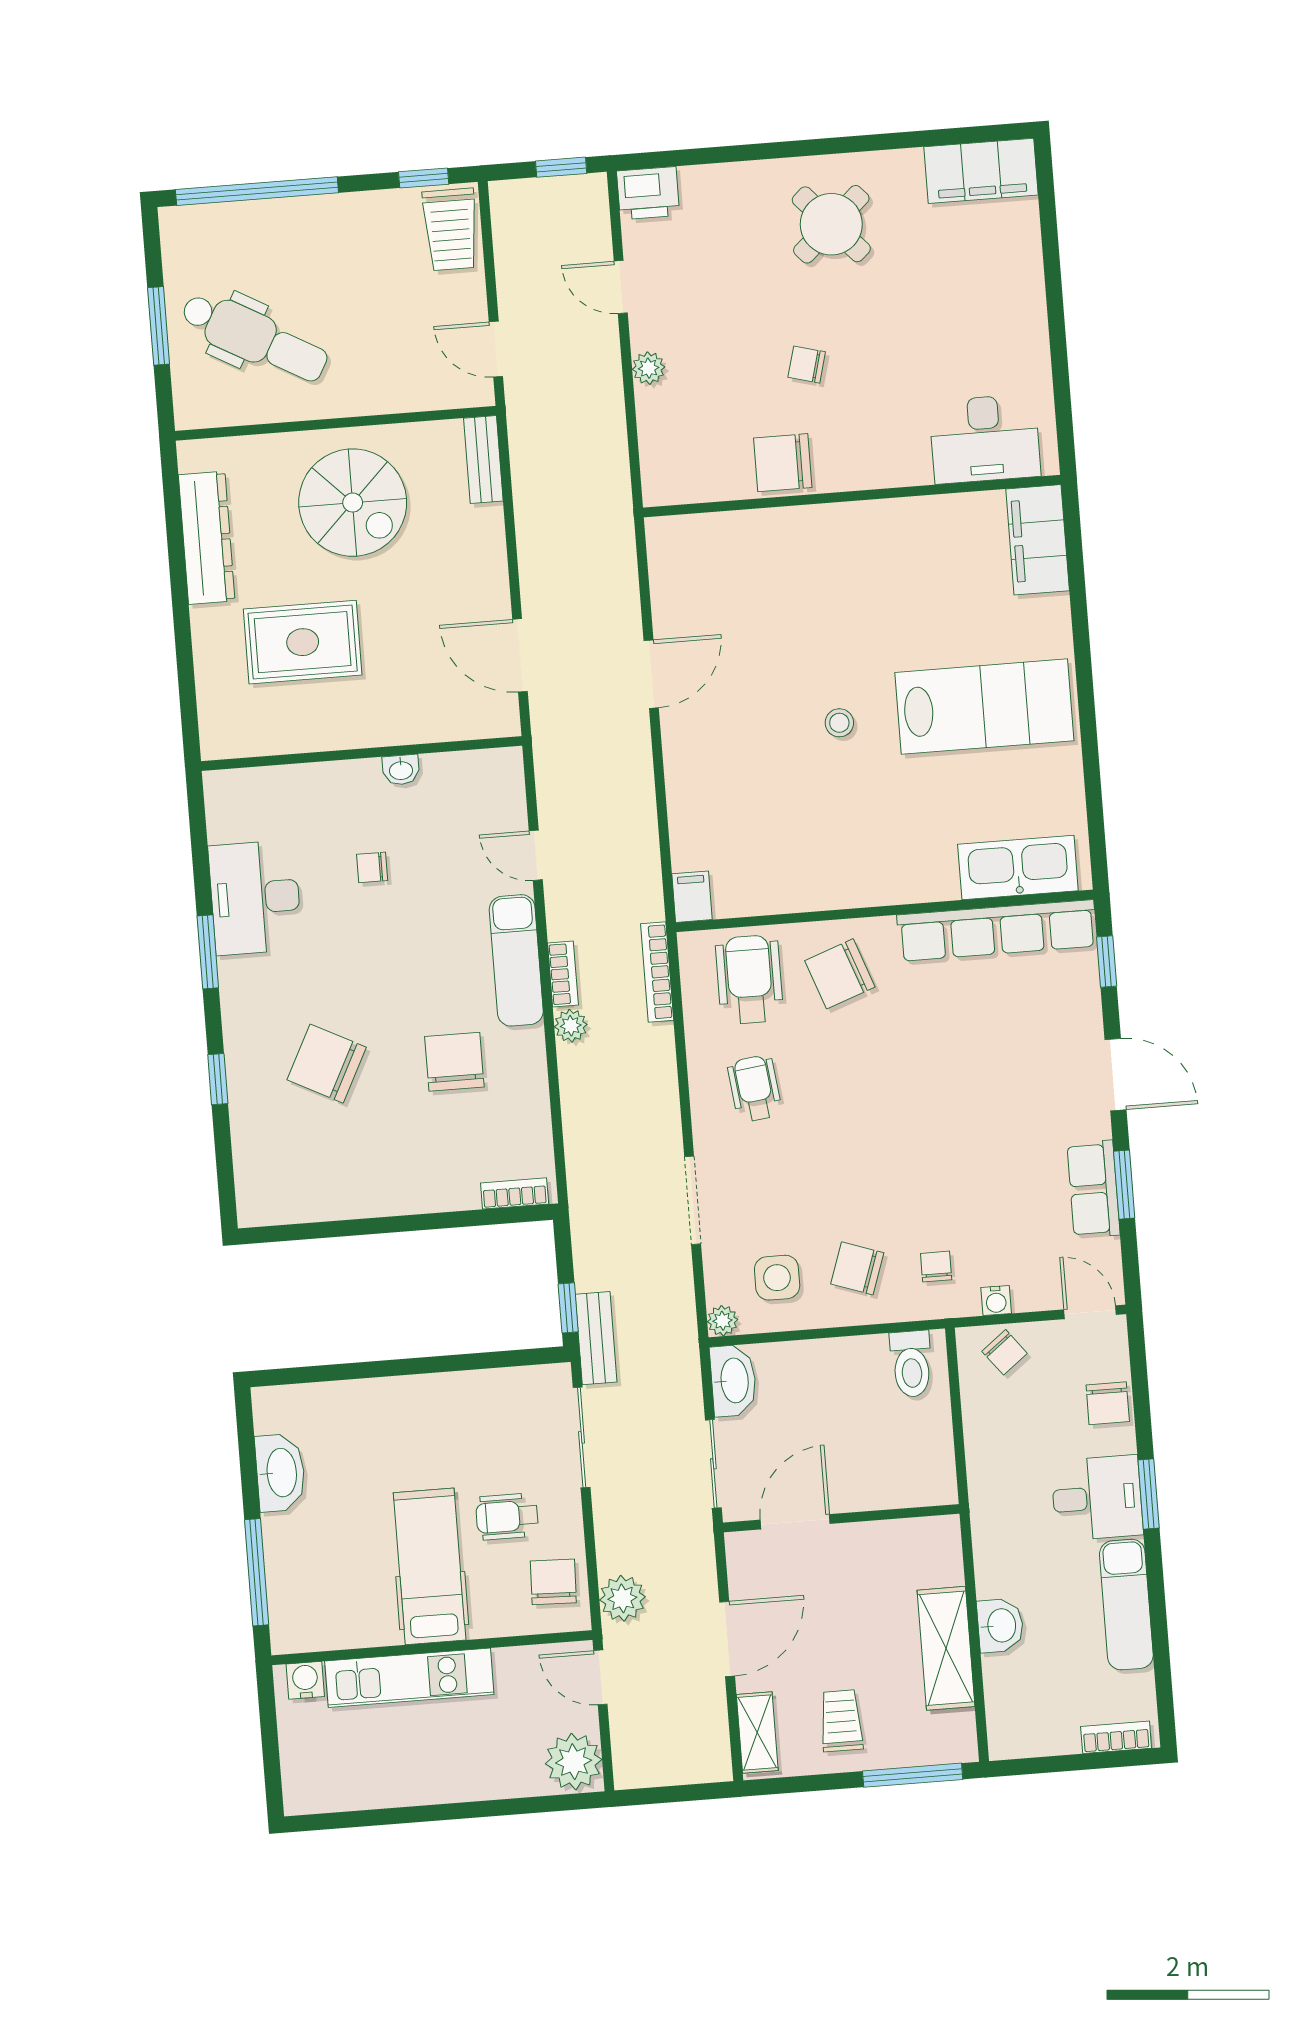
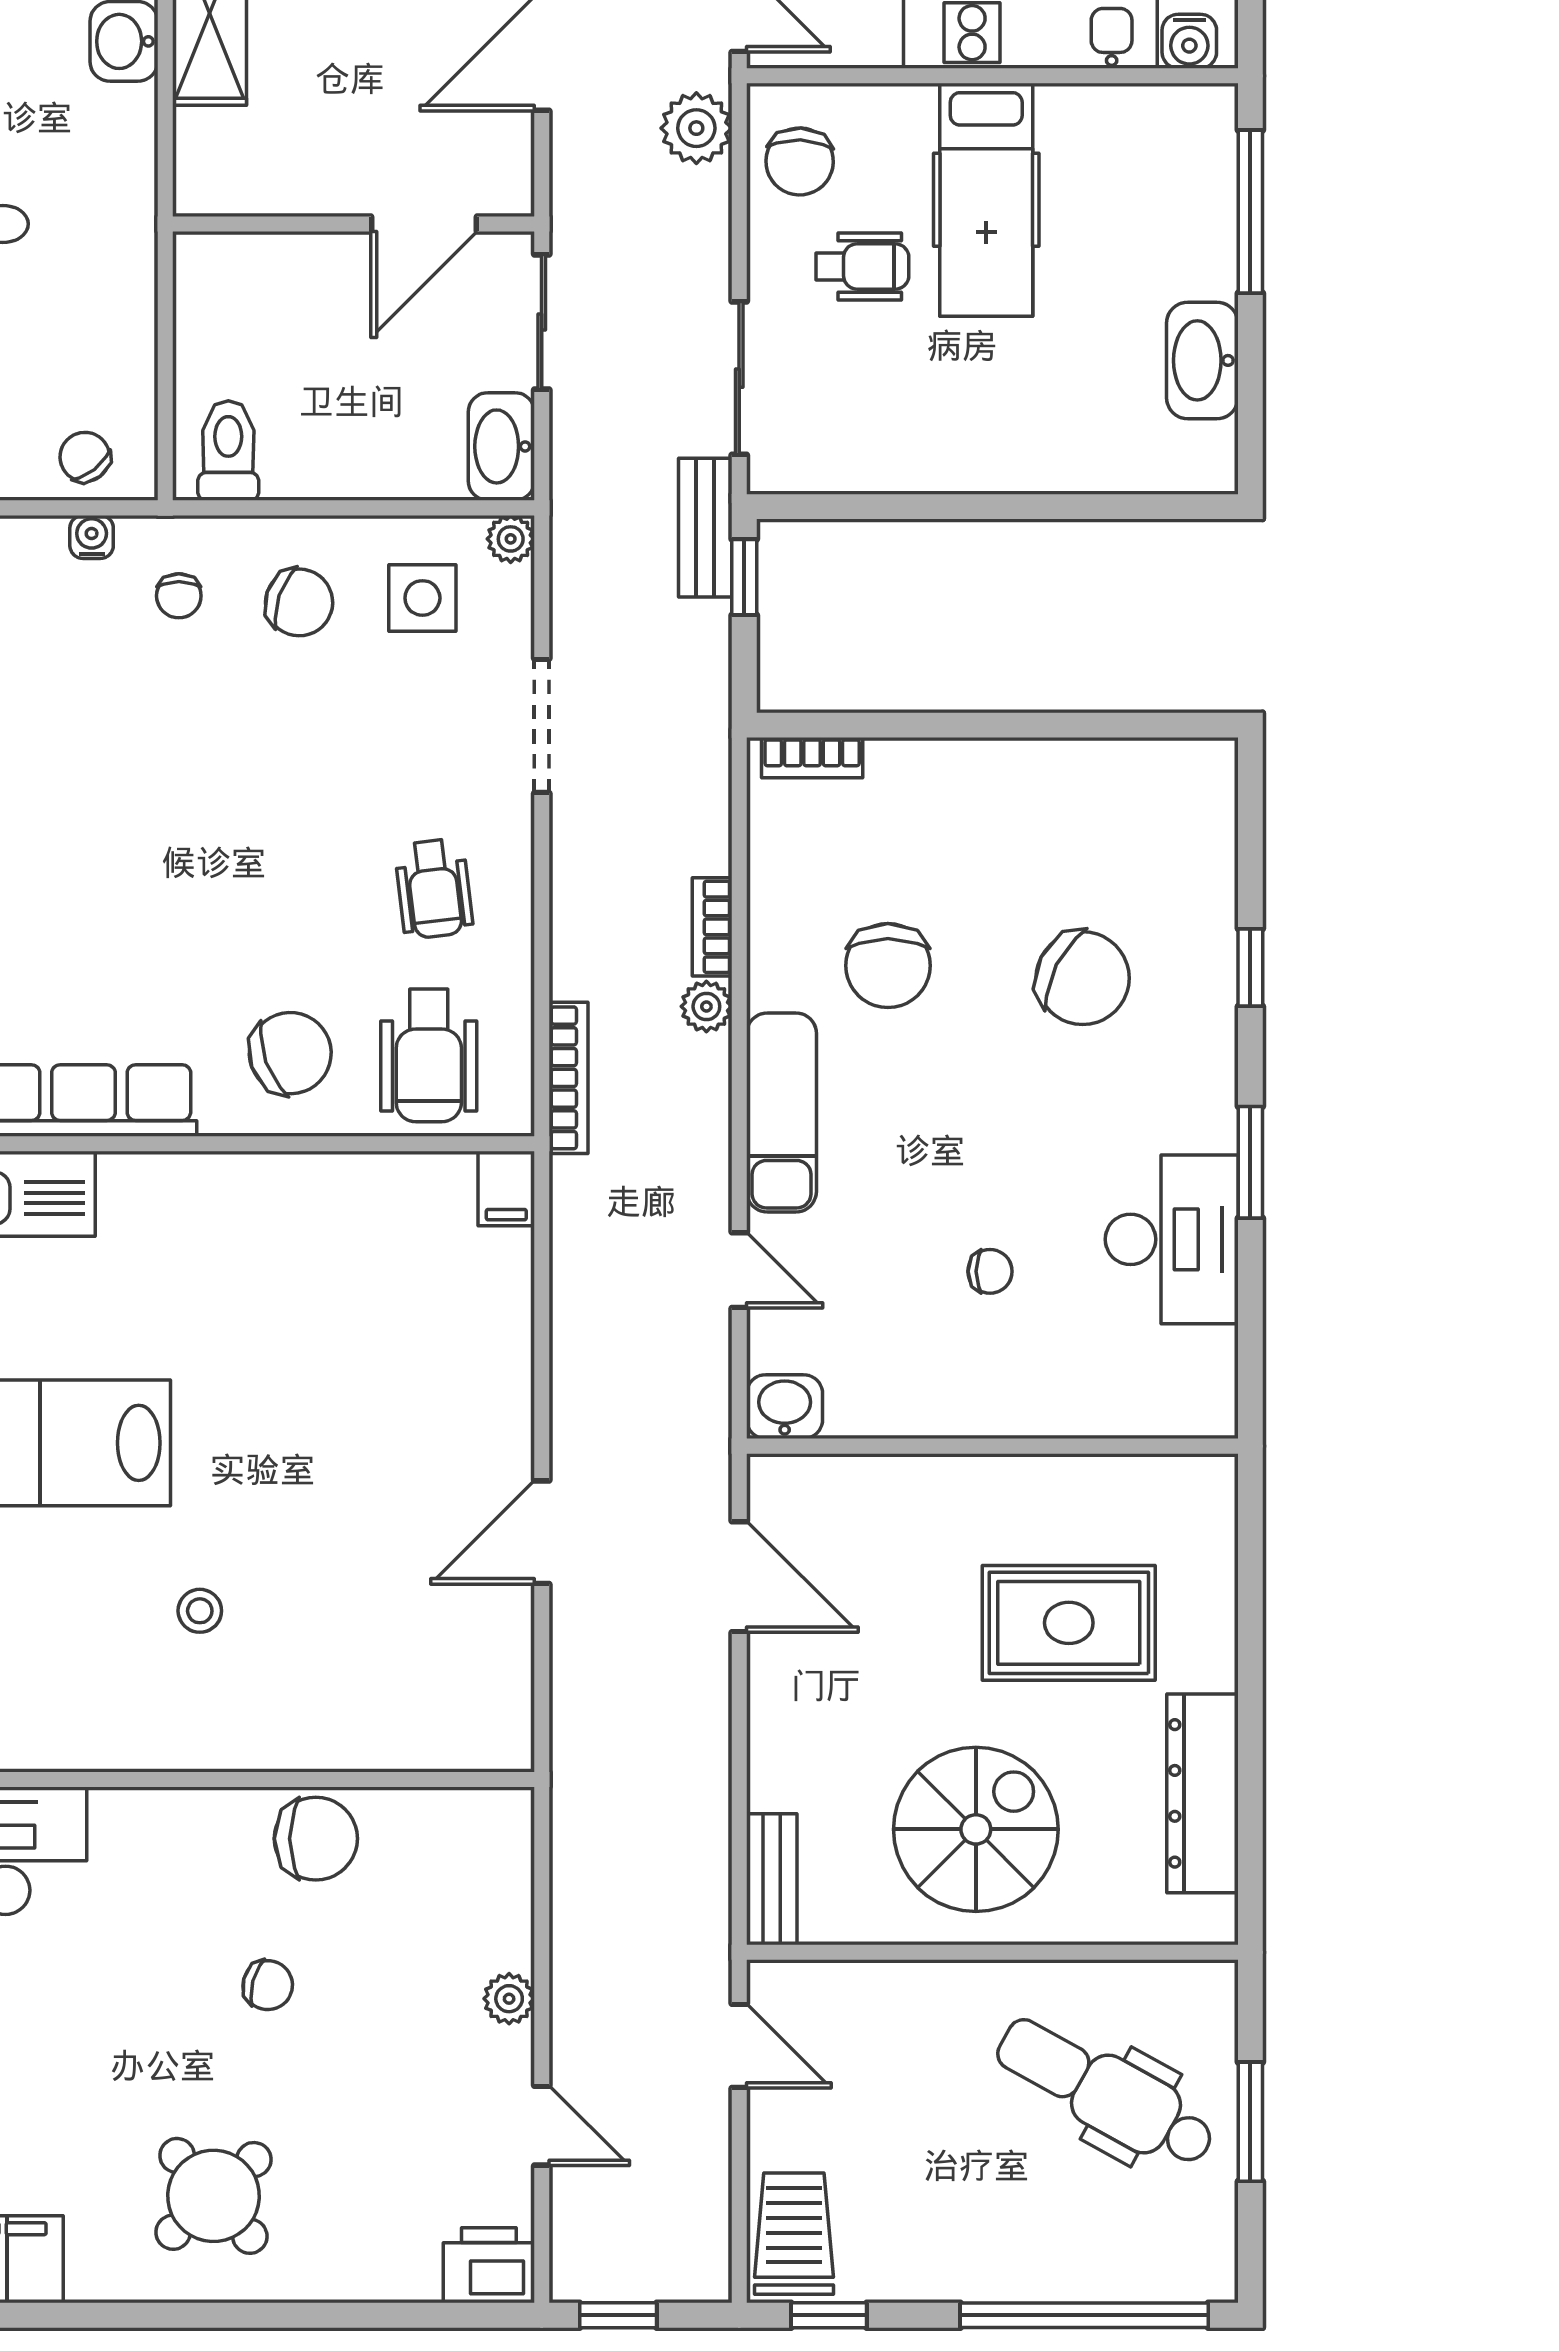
spiral stairs: (353, 503) -> (976, 1829), turned 90
stool: (839, 723) -> (200, 1611), moved
washbasin: (401, 770) -> (785, 1407), moved, width x1.38, depth x1.45
bookcase: (563, 974) -> (712, 927), moved

